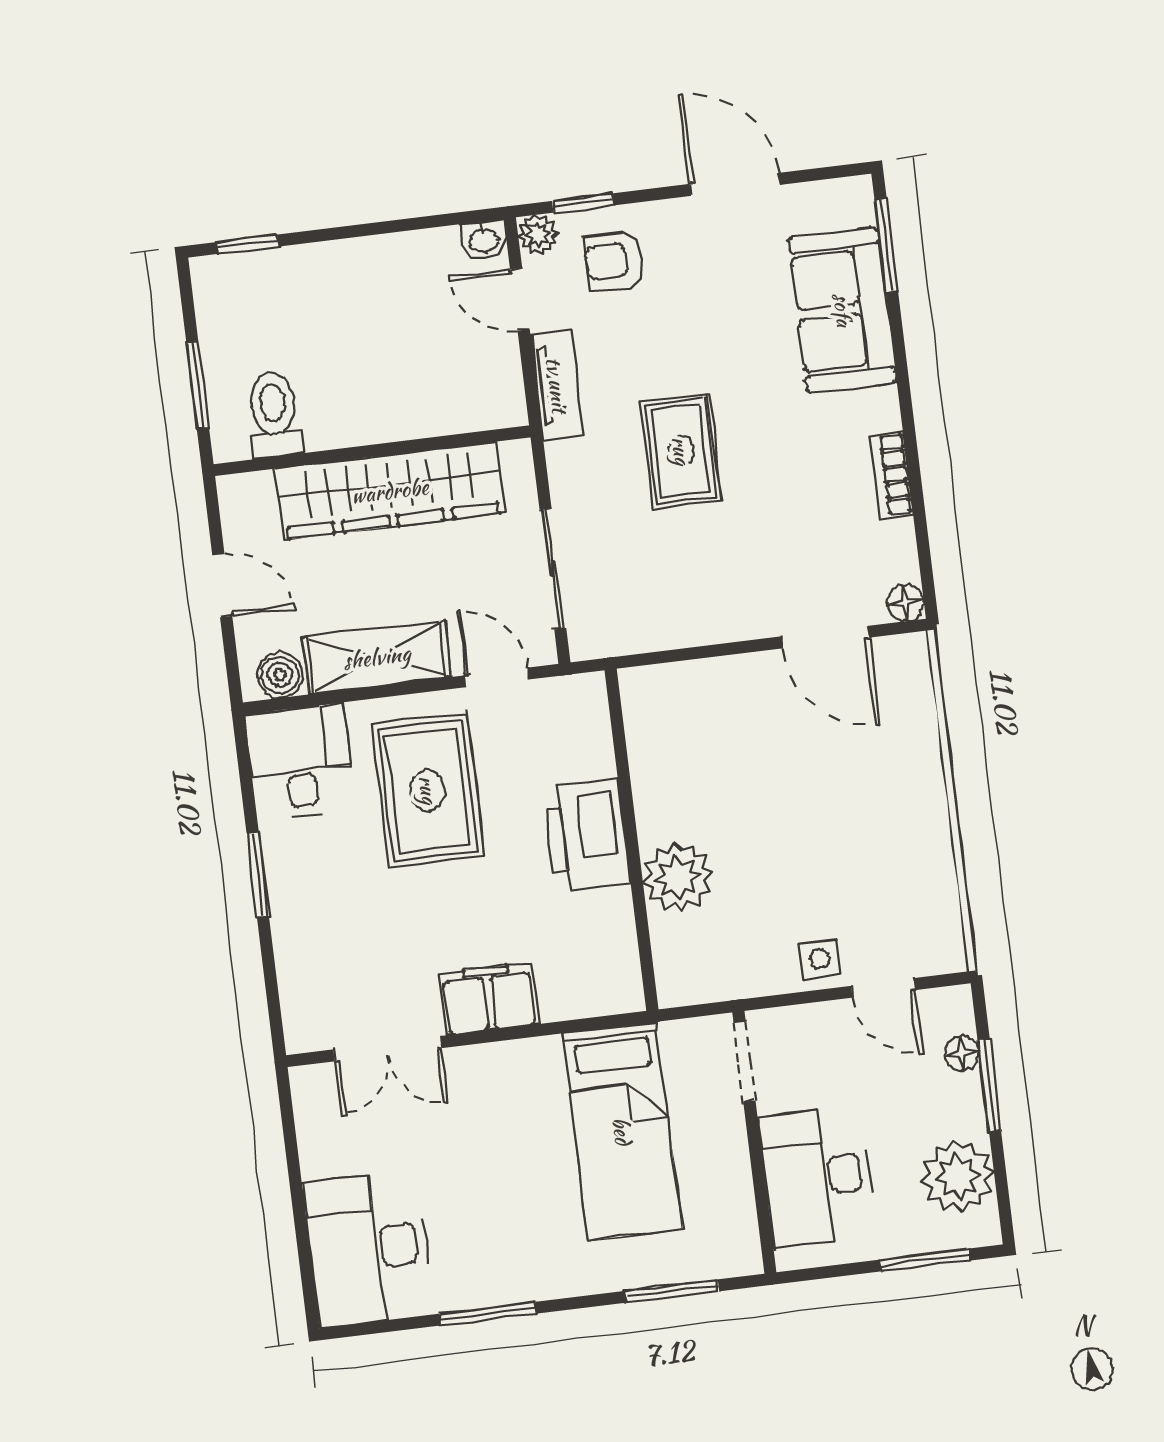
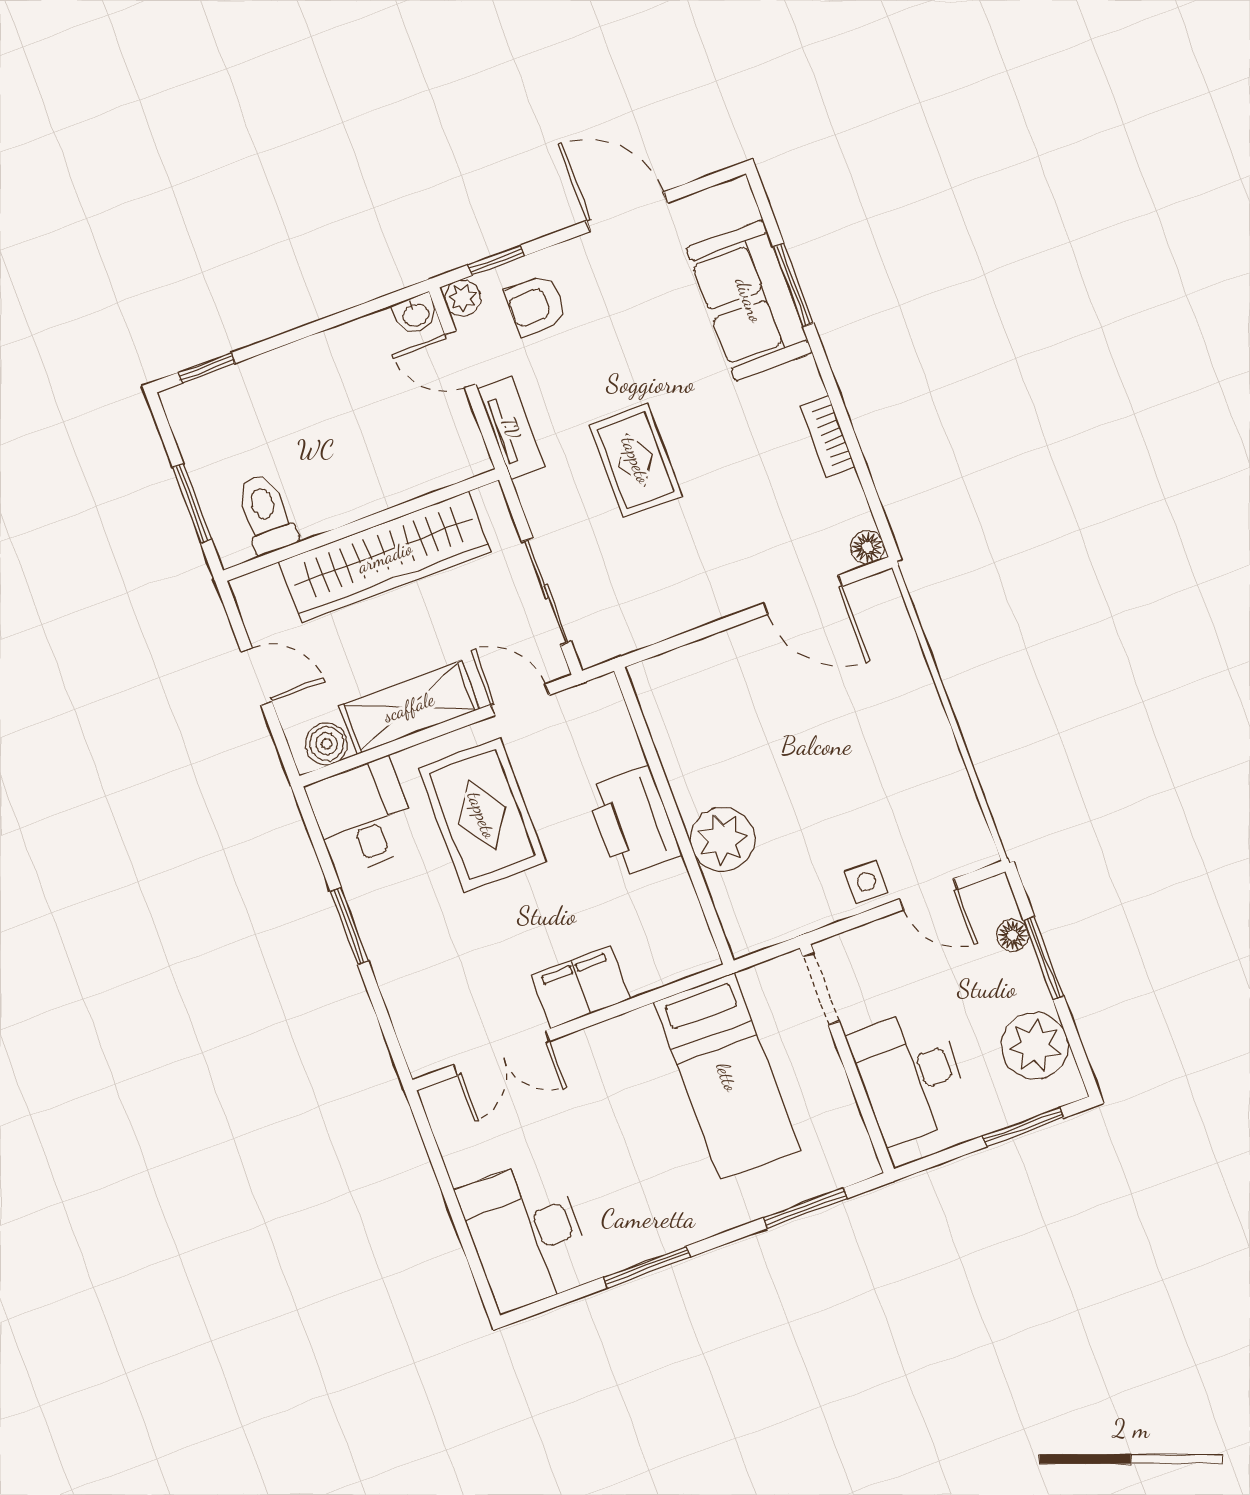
window: (886, 245) -> (793, 285), moved

